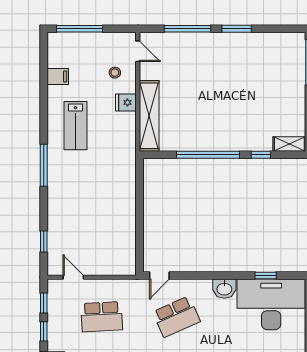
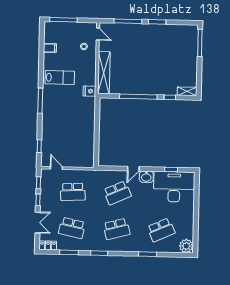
fridge: (126, 102) -> (89, 91), moved
lab bench: (76, 126) -> (60, 78), turned -90
door: (159, 276) -> (133, 169), moved

